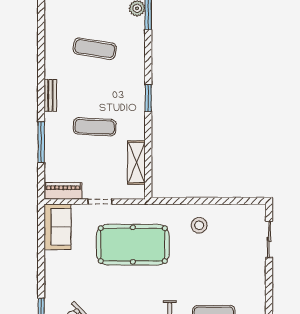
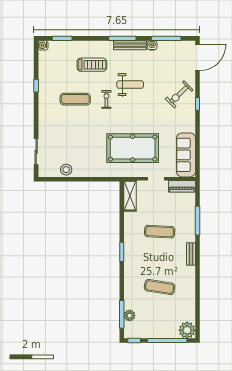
shelving: (136, 163) -> (130, 196), moved
stool: (199, 225) -> (66, 170), moved
sofa: (58, 227) -> (186, 155), width x1.36

